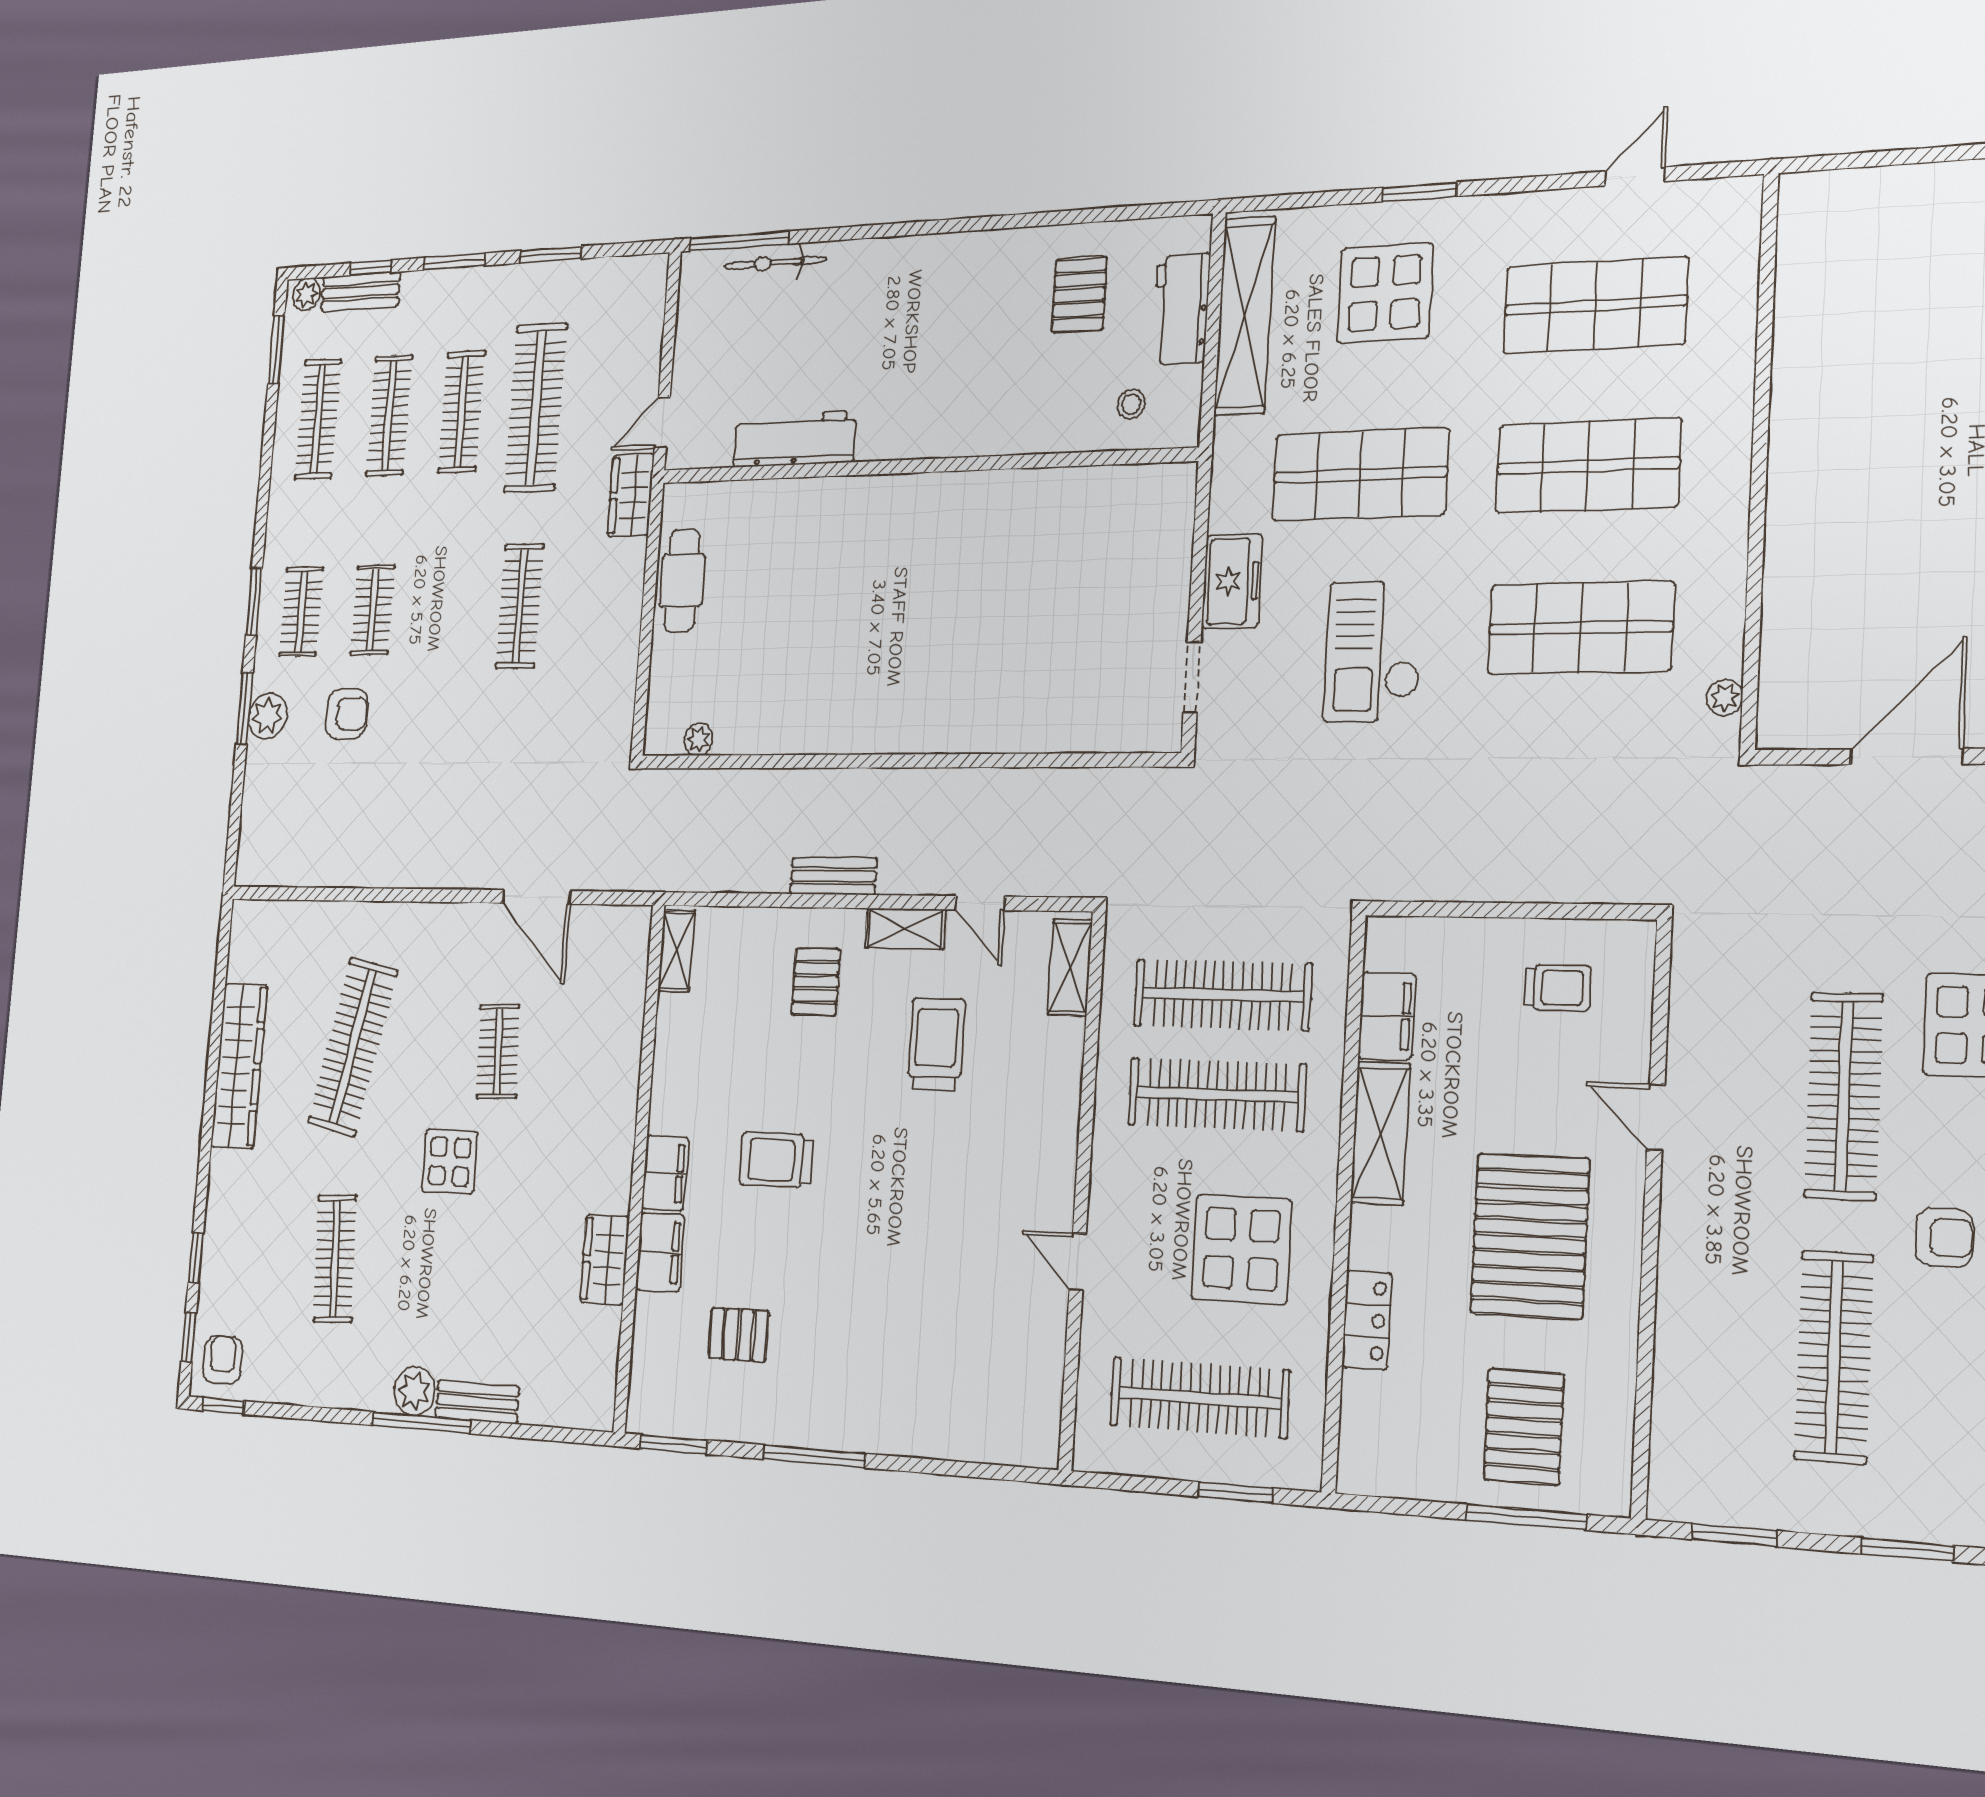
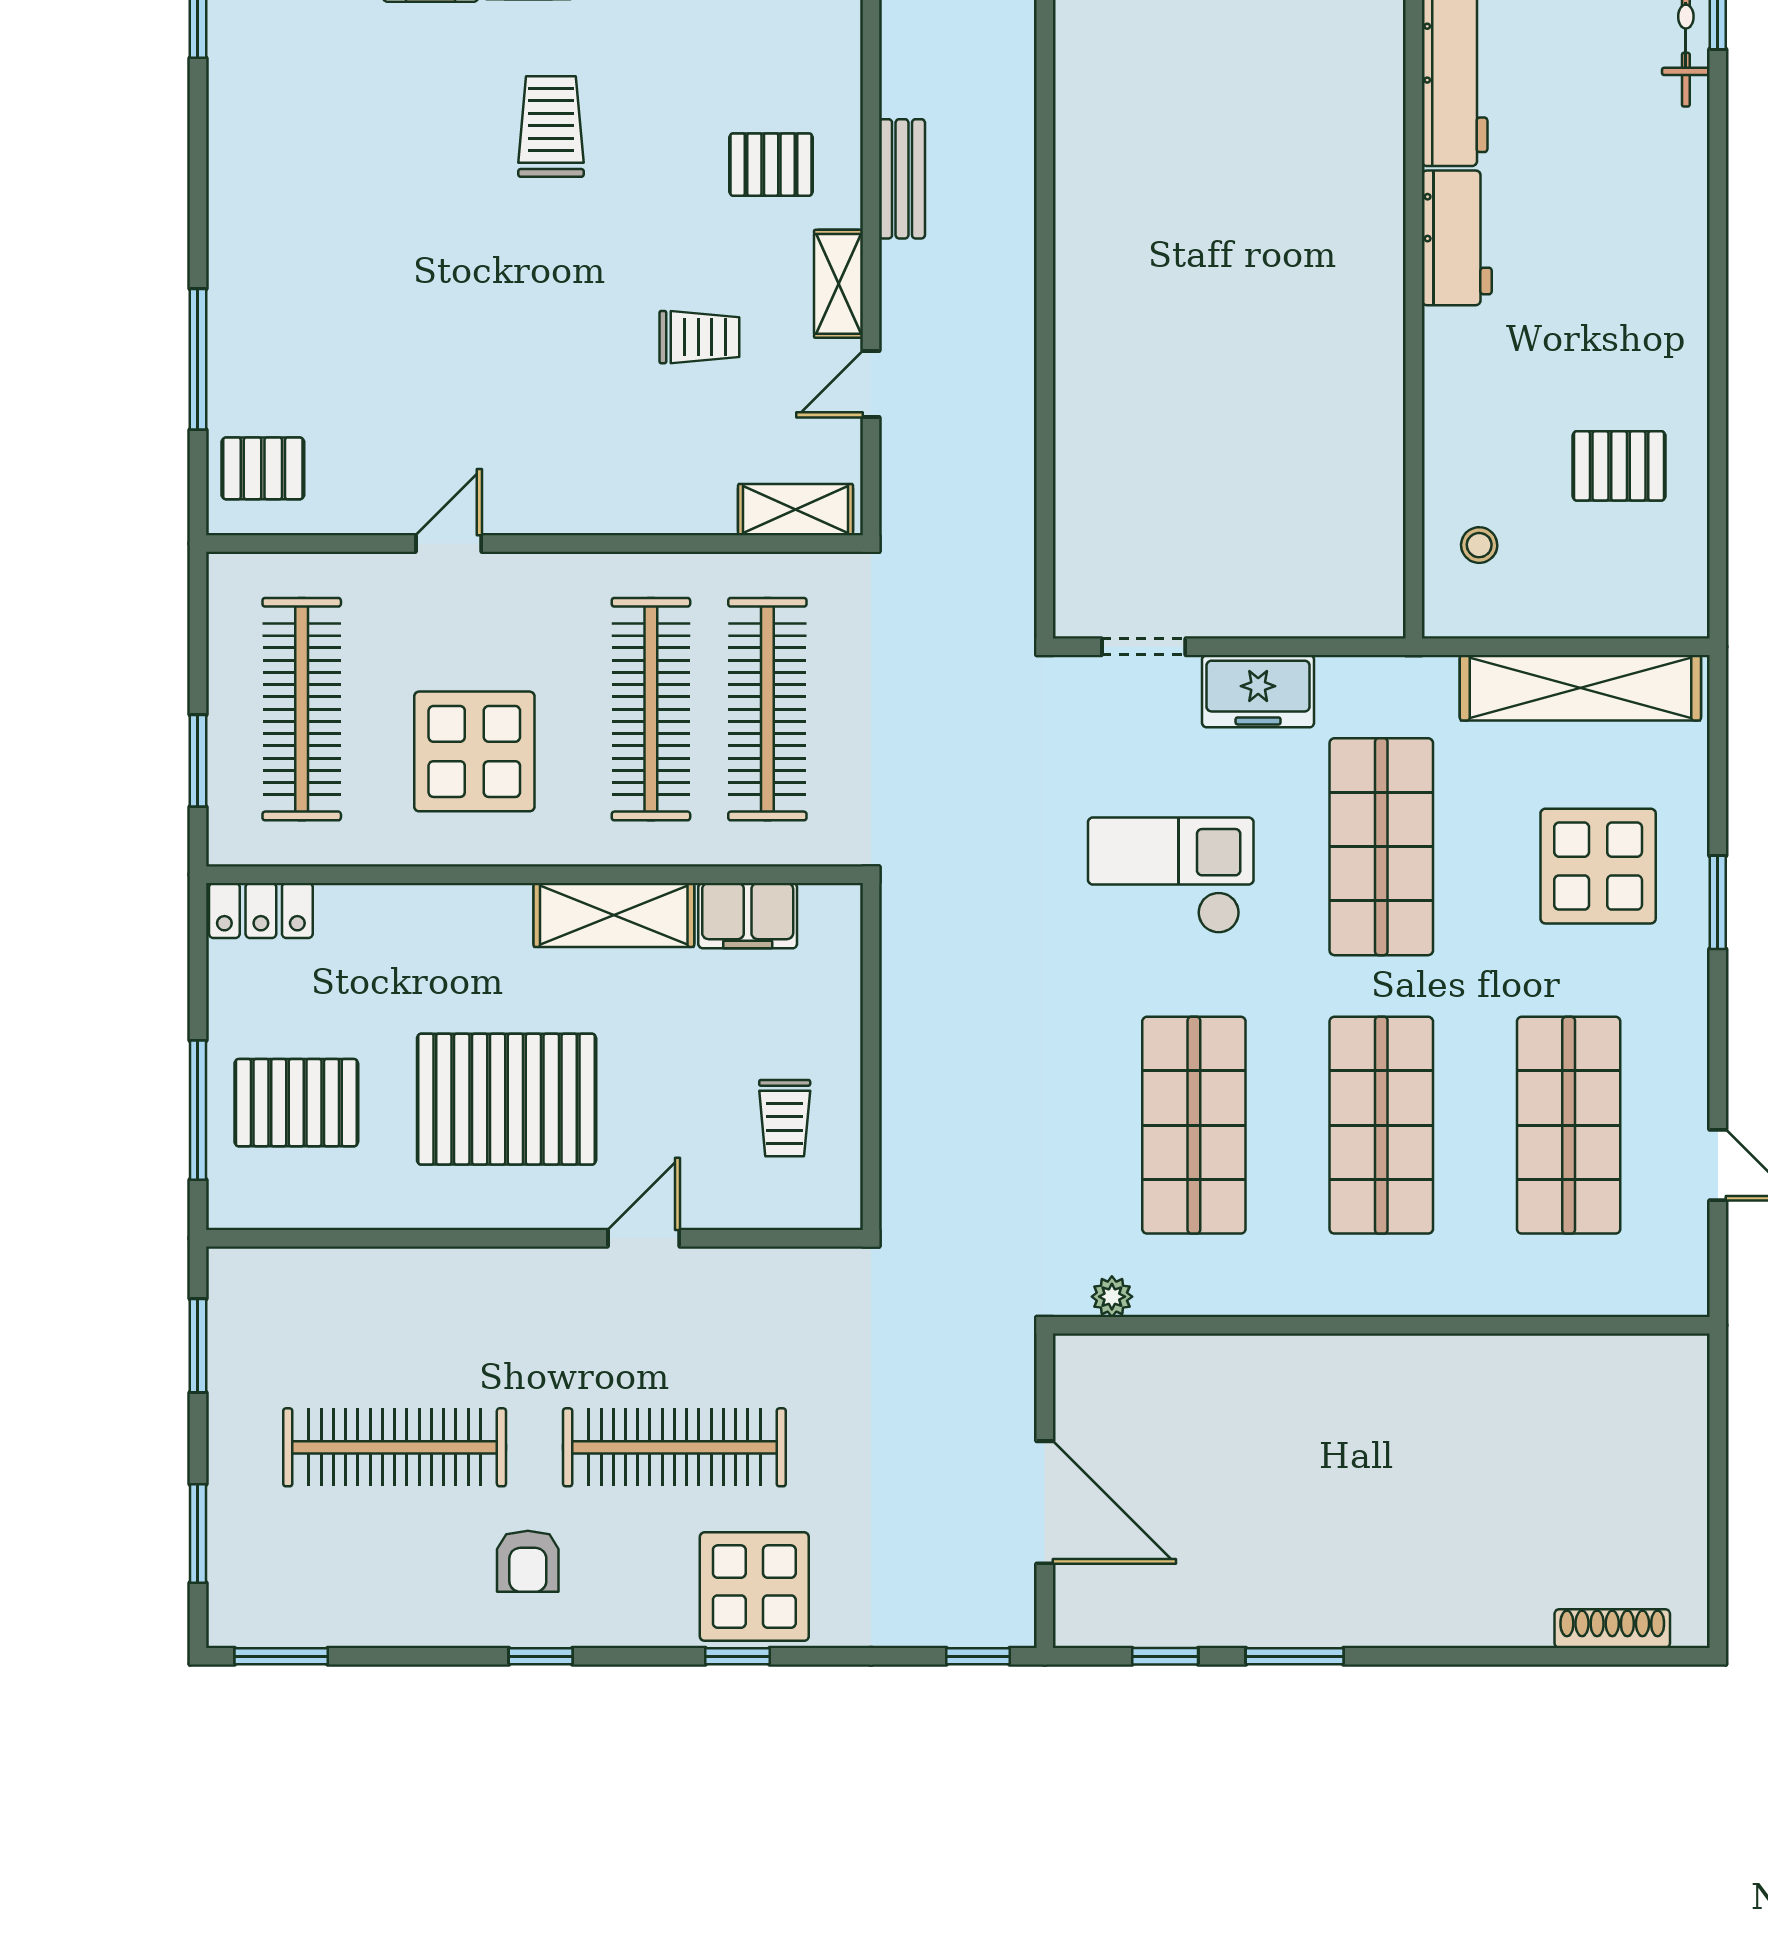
workbench: (1181, 309) -> (1457, 238), moved, turned 90
trolley: (936, 1044) -> (699, 337), width x0.73, depth x0.72
locker: (1367, 1320) -> (261, 910), moved
pallet: (738, 1335) -> (263, 468), moved, turned 90
window: (814, 1456) -> (198, 359), moved

